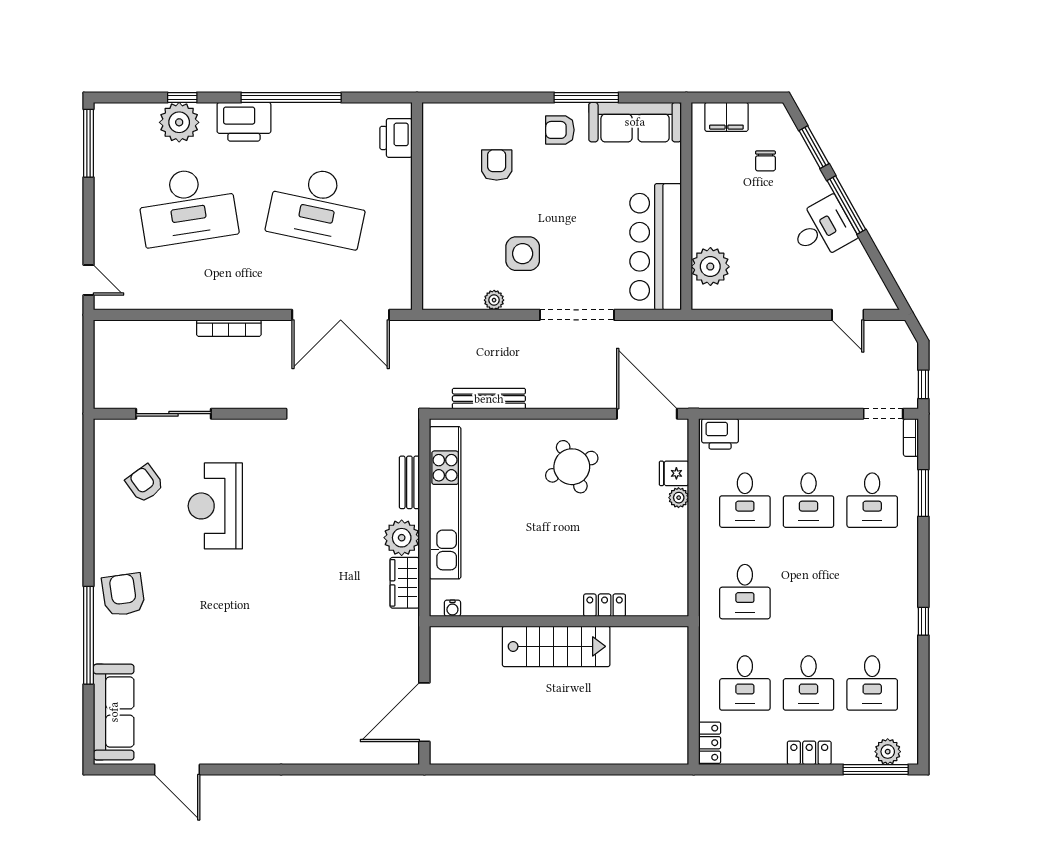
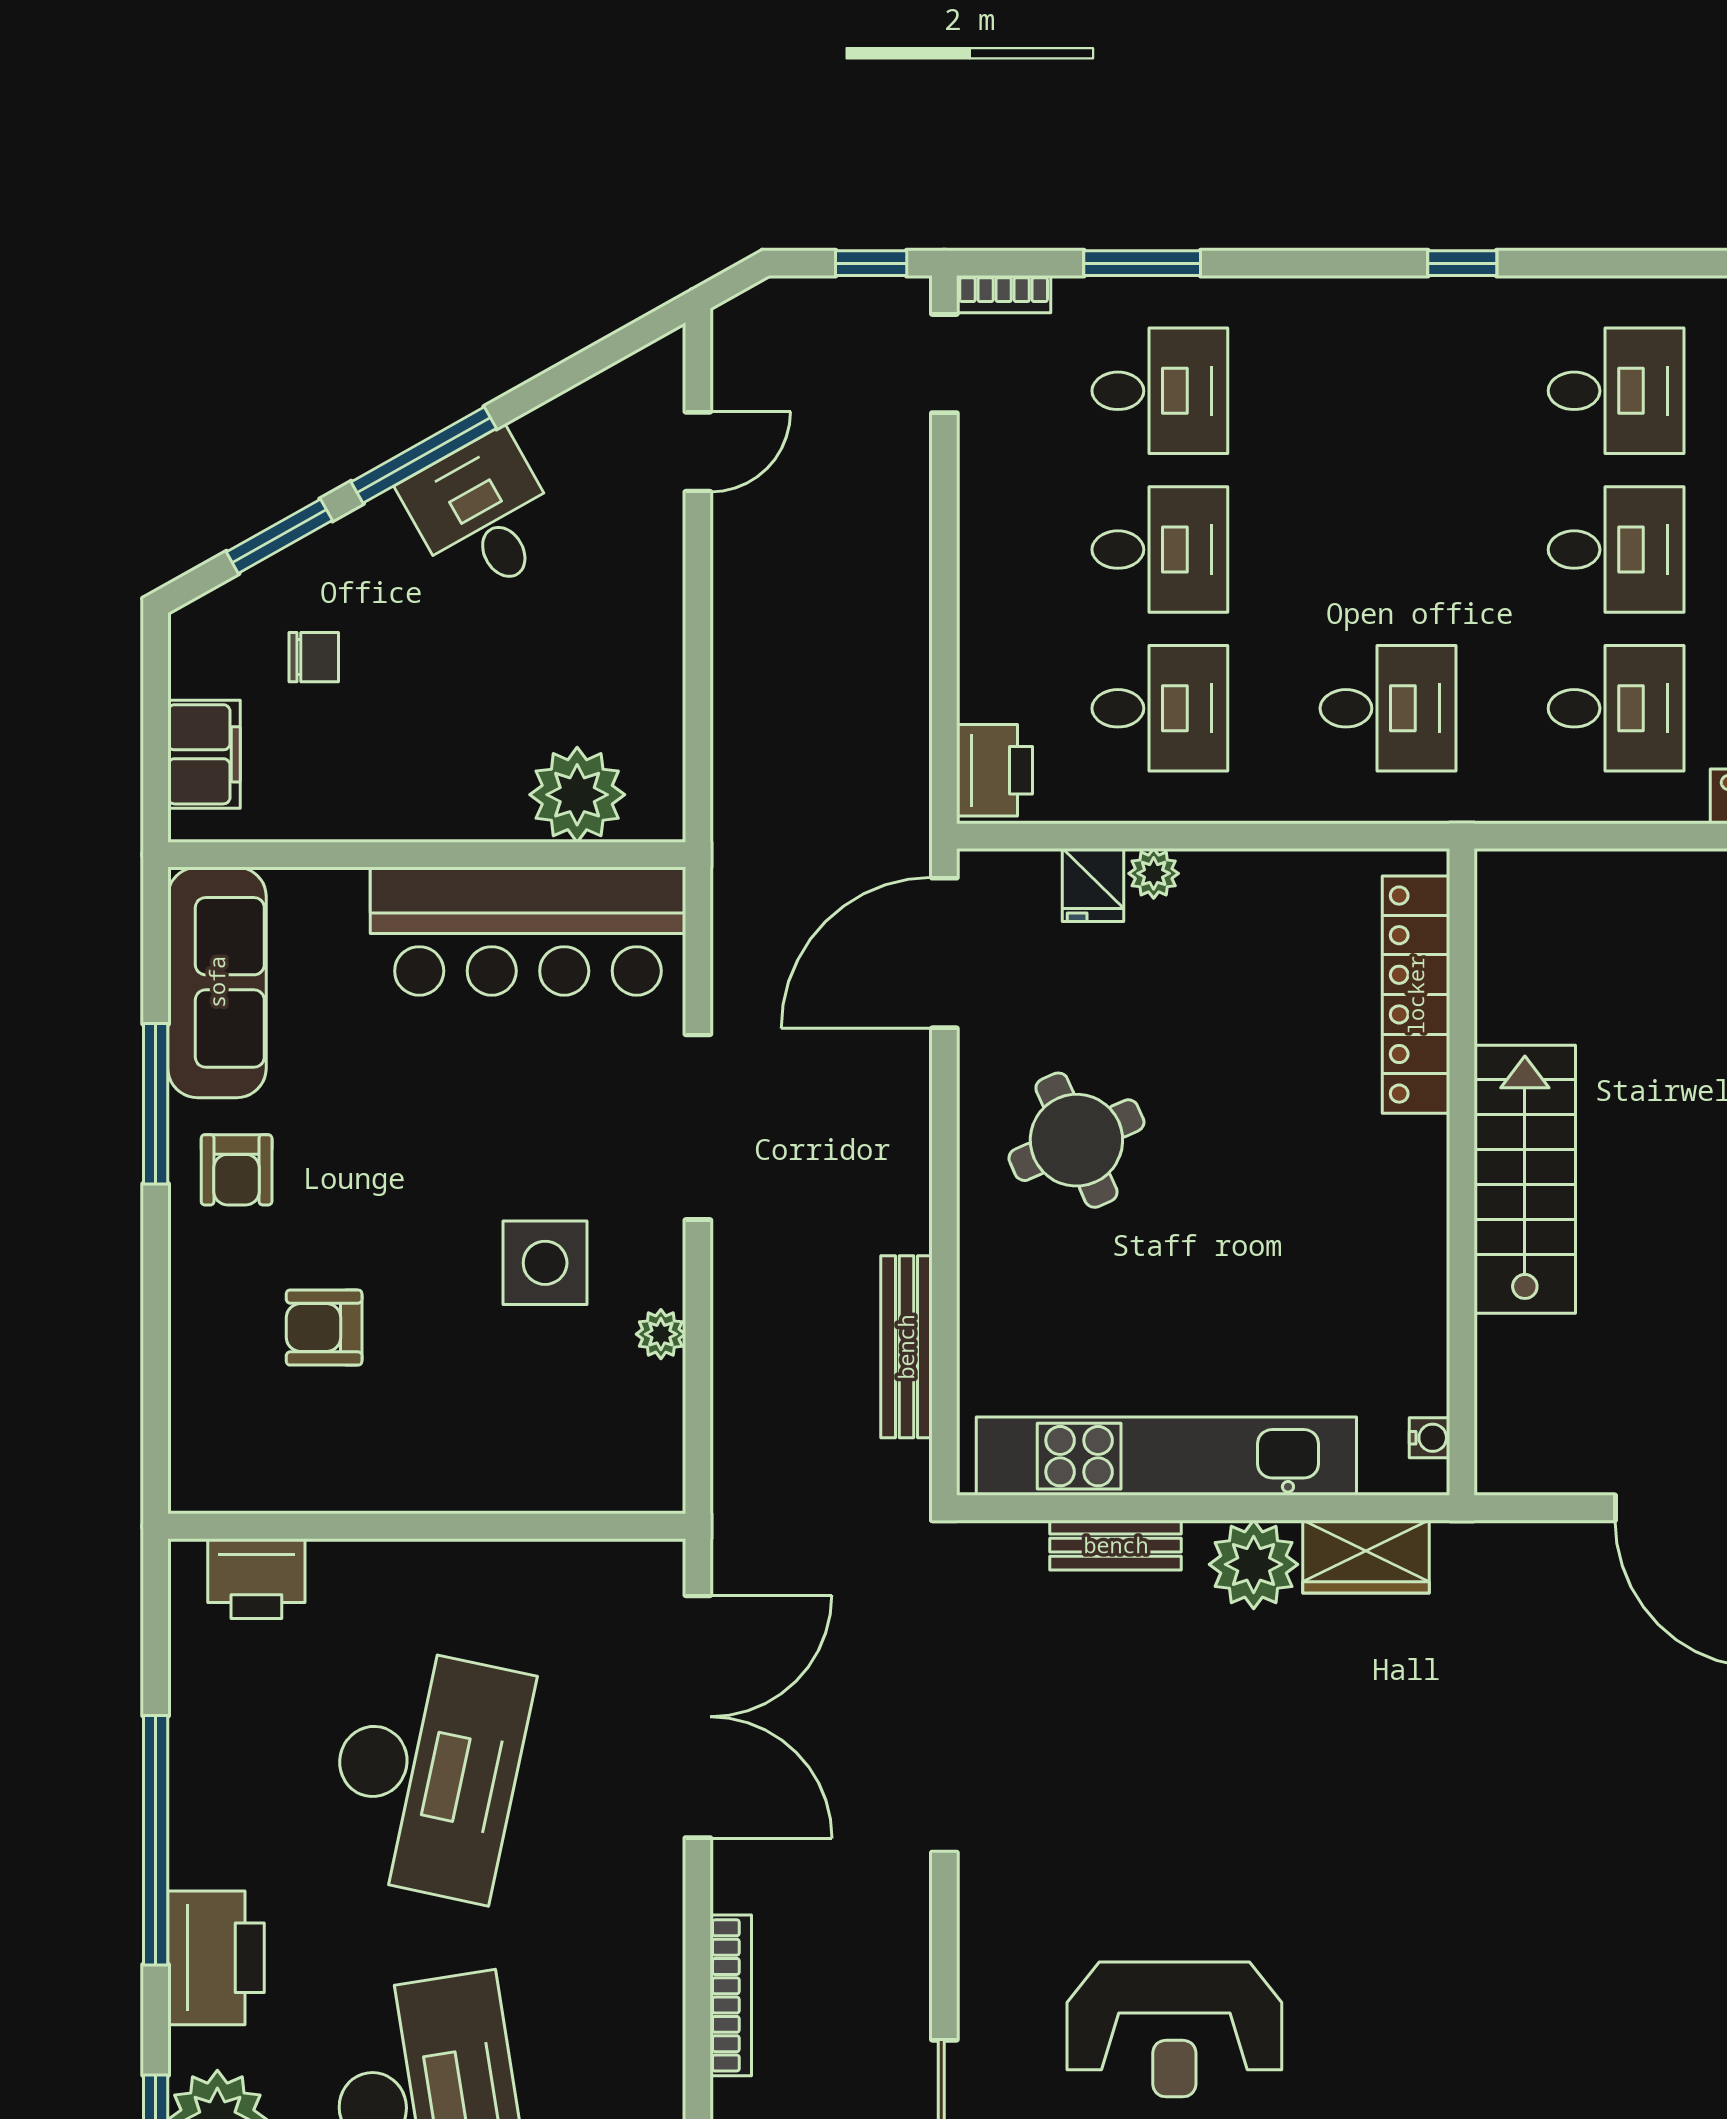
locker: (605, 605) -> (1416, 995), width x2.16, depth x1.21

